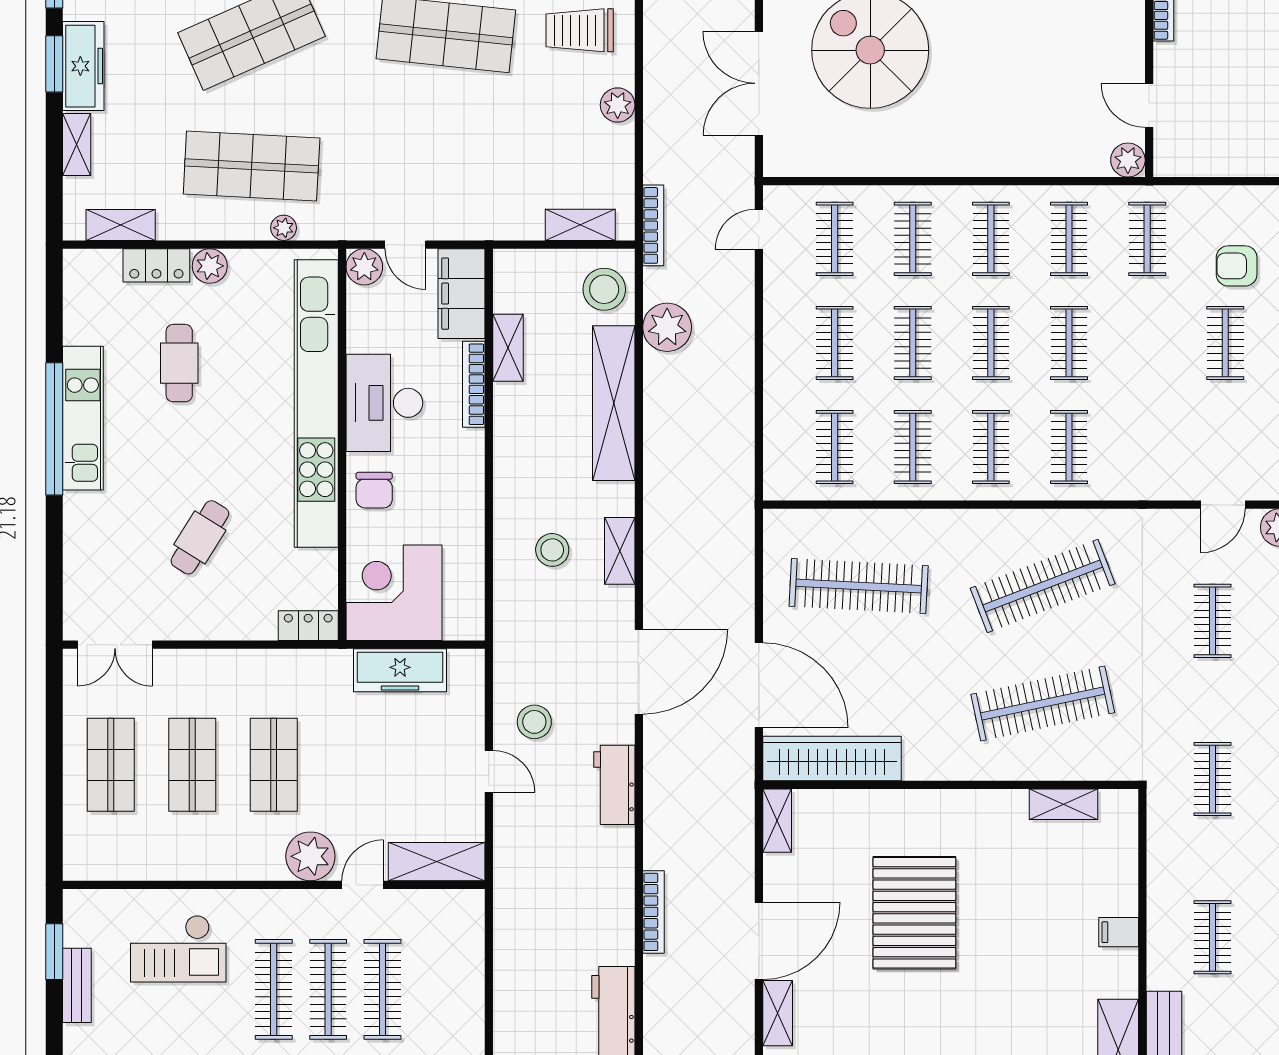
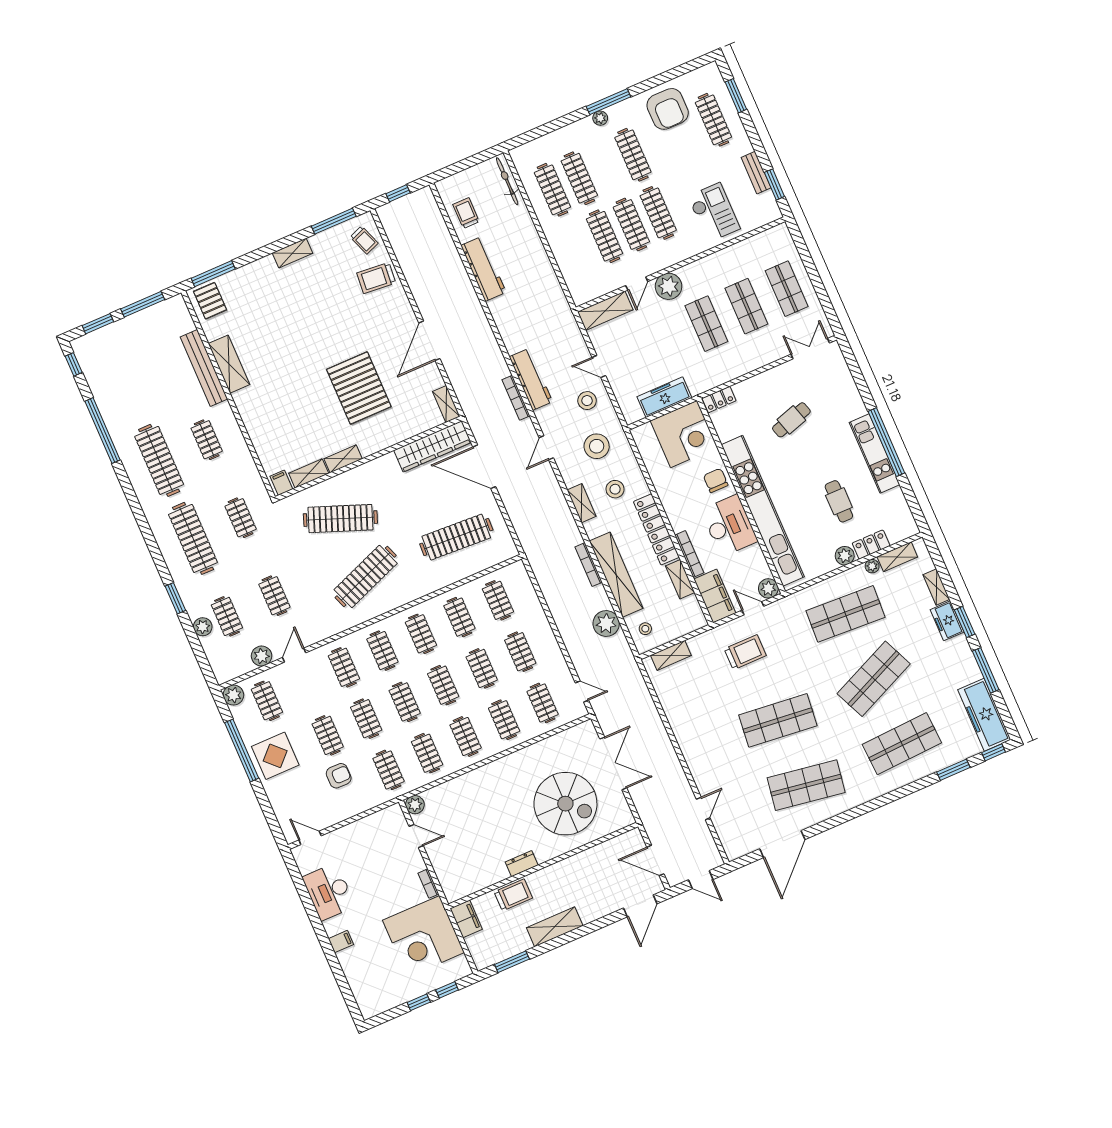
trolley: (580, 30) -> (745, 652), moved
freezer: (83, 66) -> (947, 621), width x0.71
plant: (618, 105) -> (678, 722), removed
bookcase: (653, 225) -> (589, 565), moved
plant: (284, 228) -> (872, 566), moved
door: (759, 229) -> (582, 692), hinge flipped
stool: (604, 289) -> (645, 629), width x0.53, depth x0.53
clothes rail: (1147, 343) -> (366, 719), added
clothes rail: (1147, 447) -> (344, 667), added
locker: (512, 451) -> (656, 529), added
cafe table: (200, 537) -> (791, 420), turned 41
stool: (552, 637) -> (597, 446), added
door: (639, 672) -> (546, 448), width x0.53
clothes rail: (1043, 704) -> (340, 519), turned 33
workbench: (614, 785) -> (531, 379), width x1.38
bookcase: (653, 912) -> (516, 398), moved
filing cabinet: (1119, 932) -> (281, 483), moved, turned -90
checkout: (178, 949) -> (714, 213), turned 90
shelving: (778, 1013) -> (343, 459), moved, turned 90

